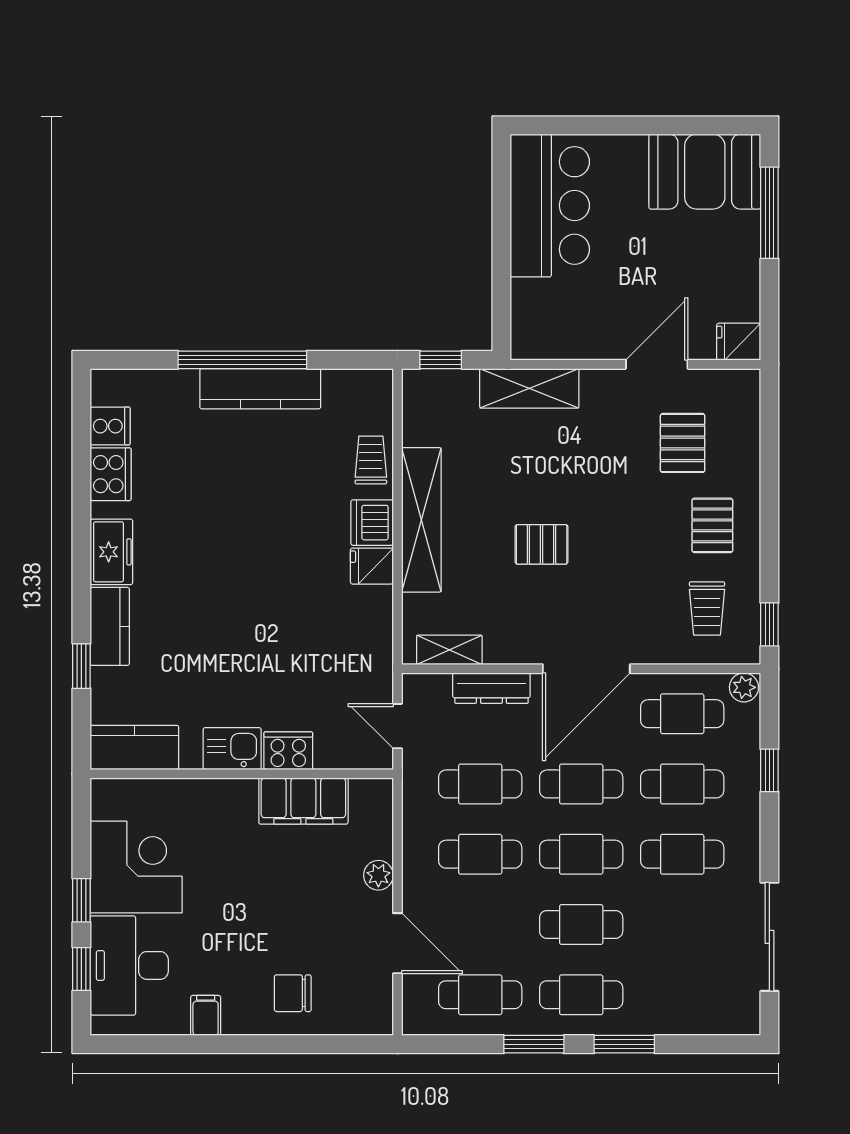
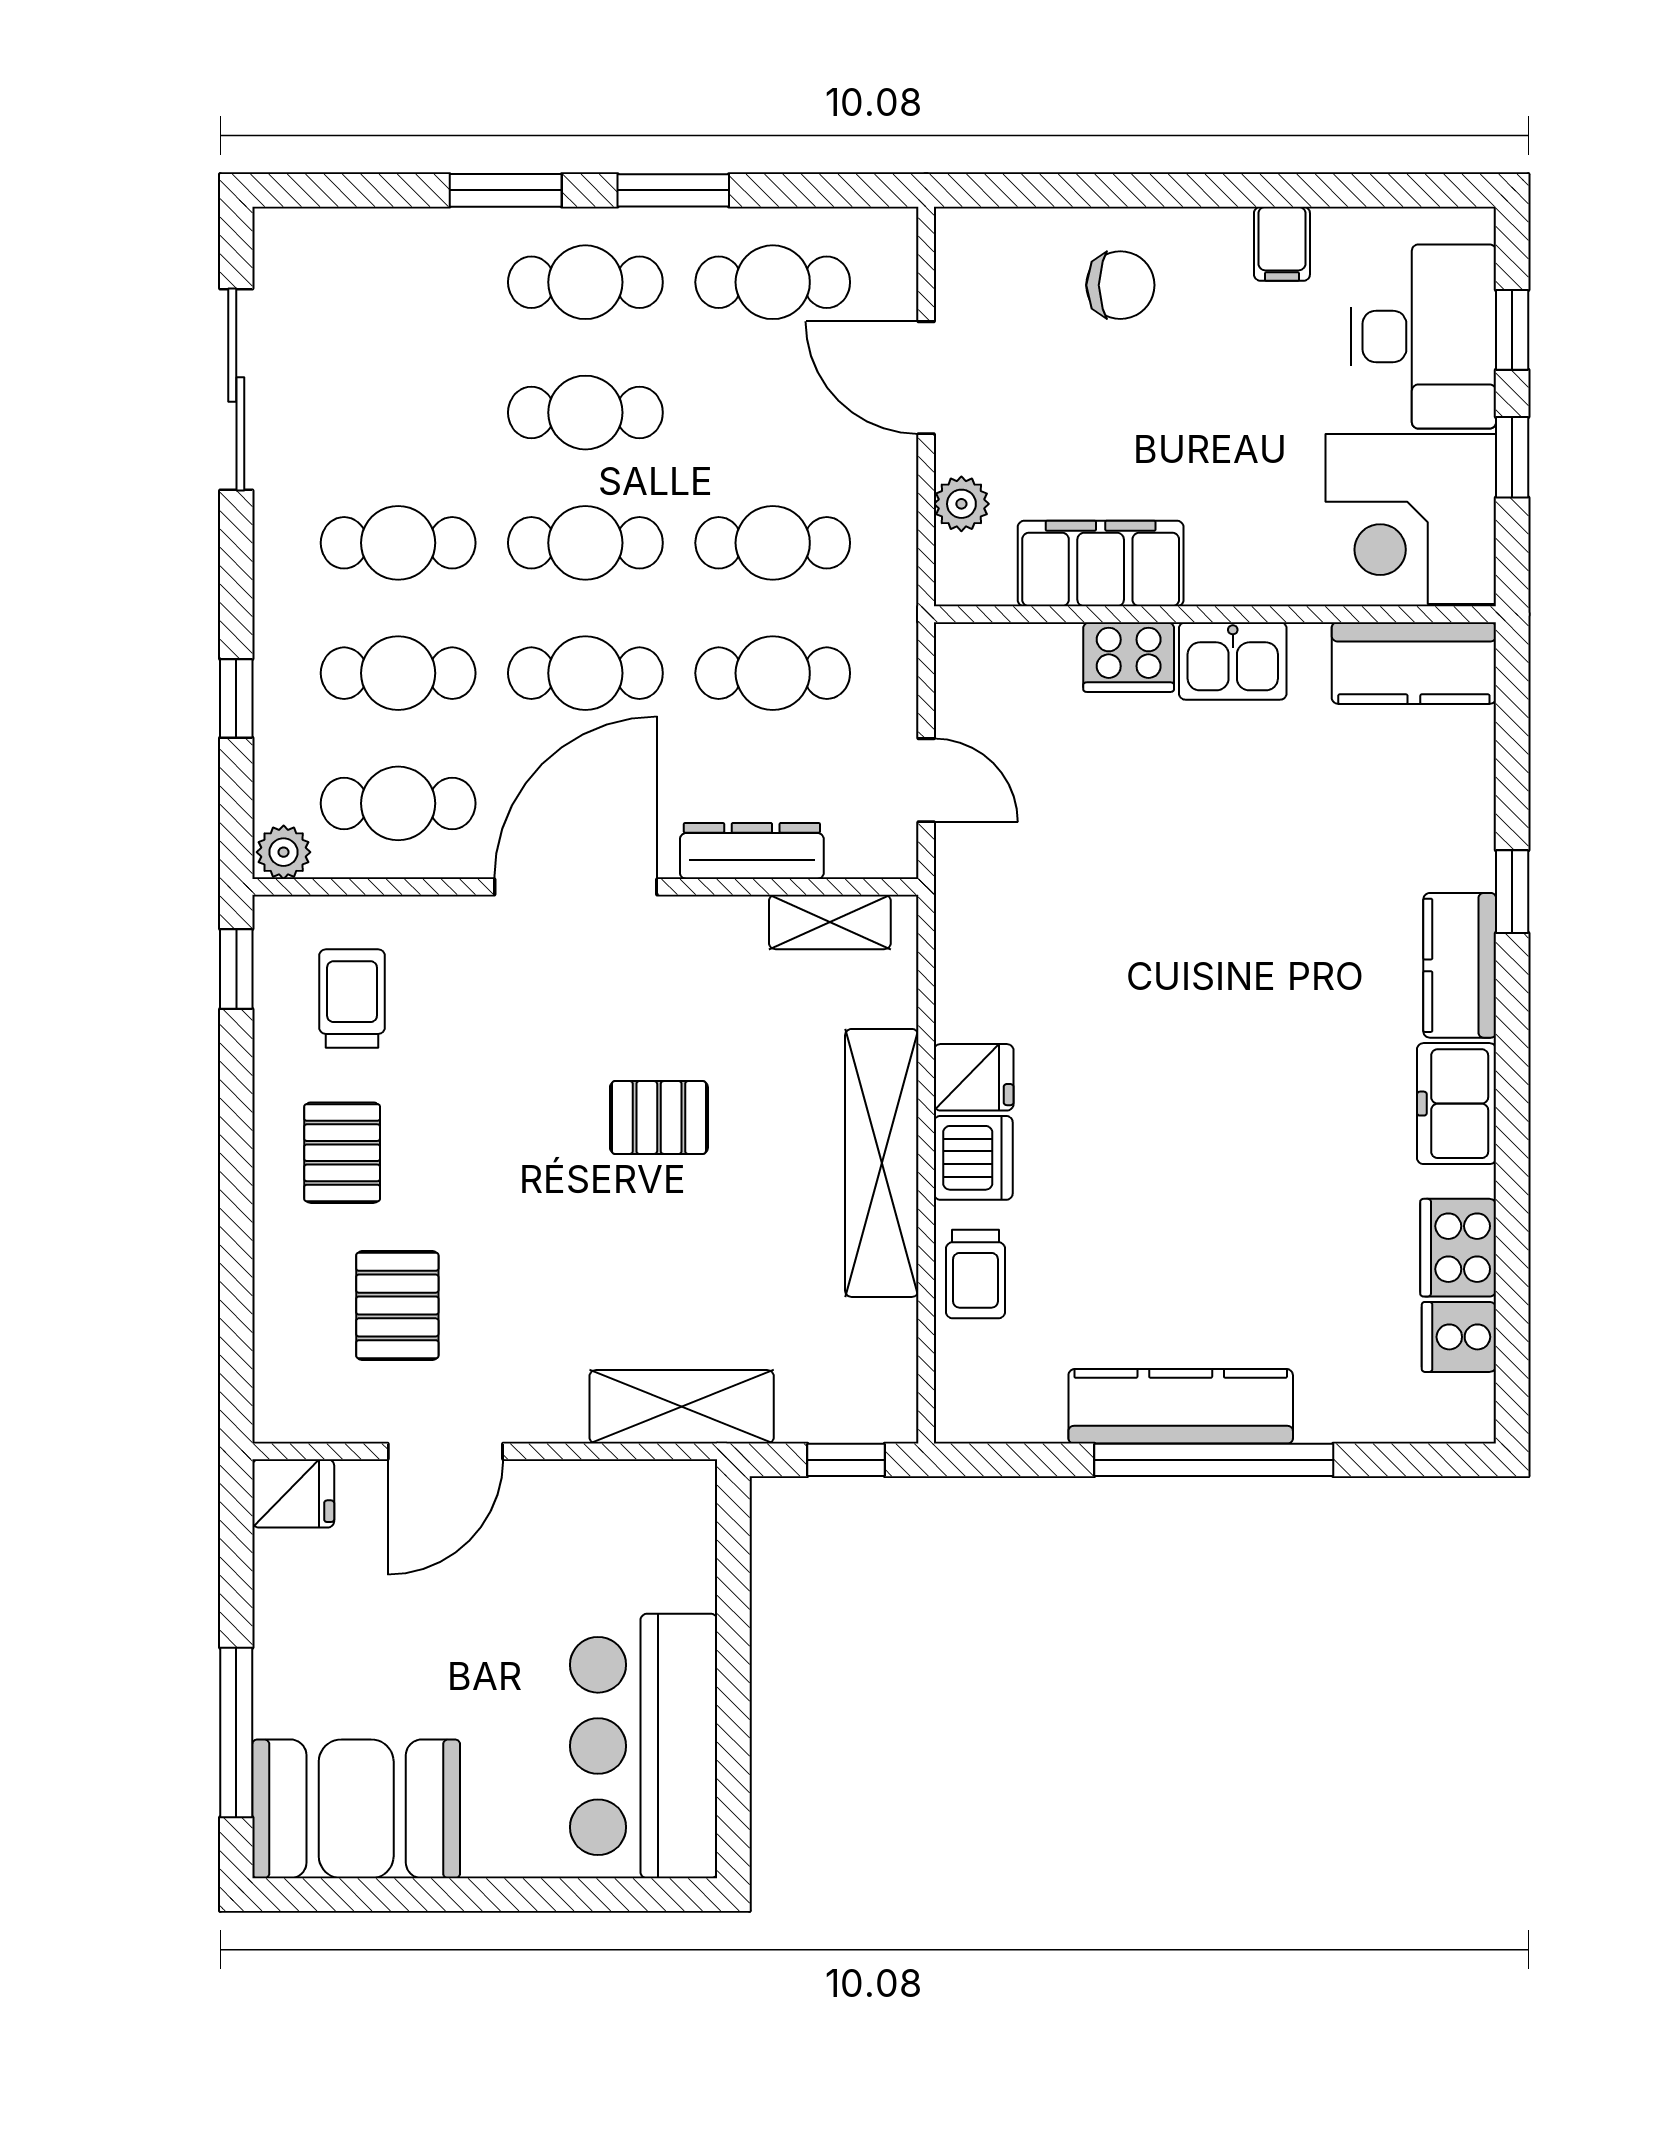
kitchen counter: (134, 747) -> (1414, 663), moved
kitchen sink: (232, 749) -> (1233, 661), moved
cooker: (288, 751) -> (1129, 657), moved
wall: (242, 774) -> (1215, 614), moved
filing cabinet: (303, 801) -> (1101, 564), moved

